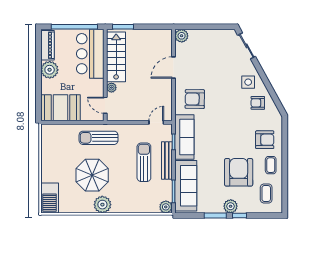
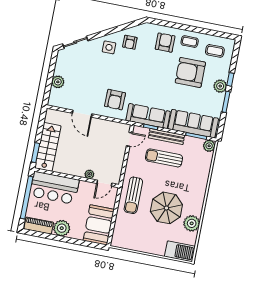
plant: (182, 36) -> (58, 82), moved
stairs: (116, 57) -> (48, 147), moved, turned 90
door: (156, 122) -> (129, 139), swing flipped
plant: (102, 205) -> (192, 223), moved

